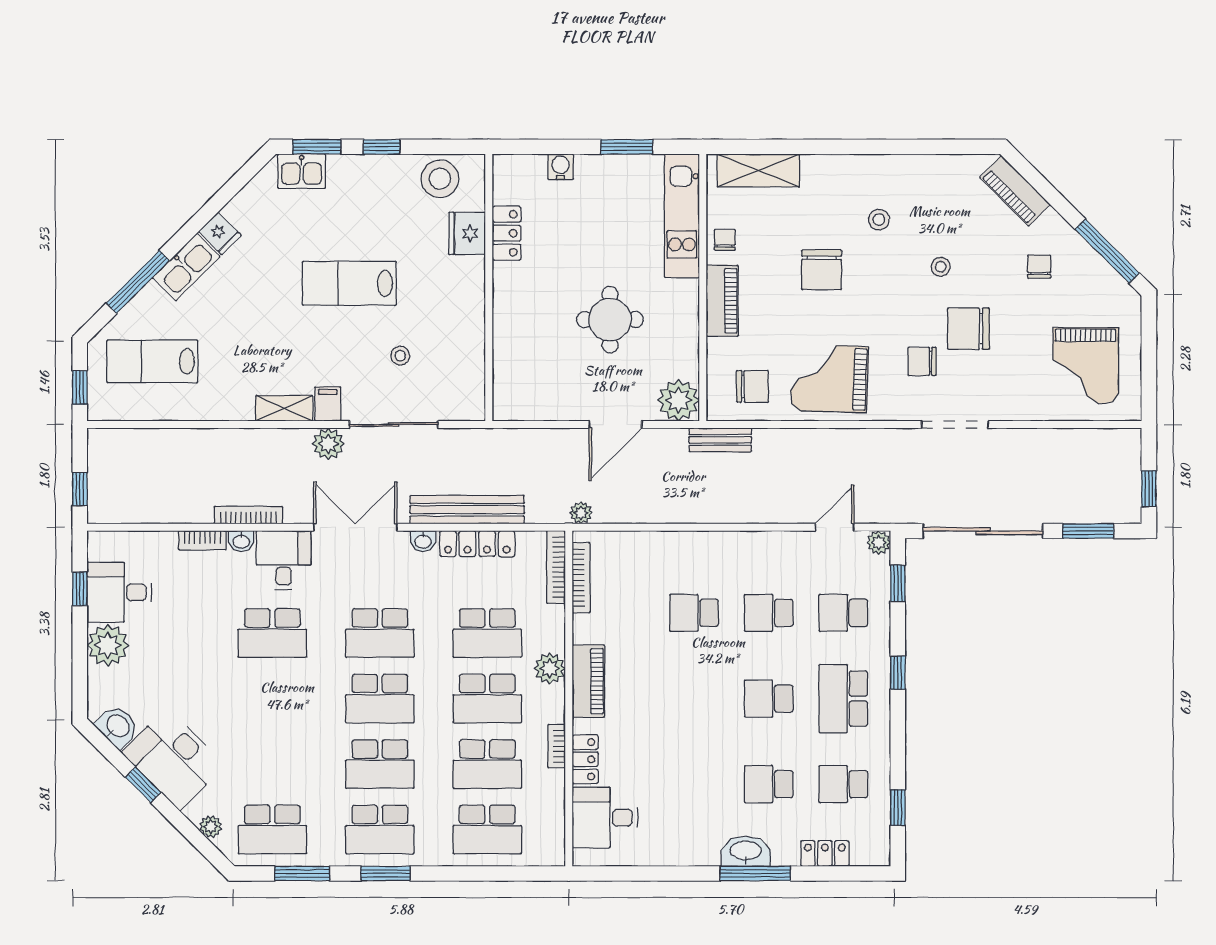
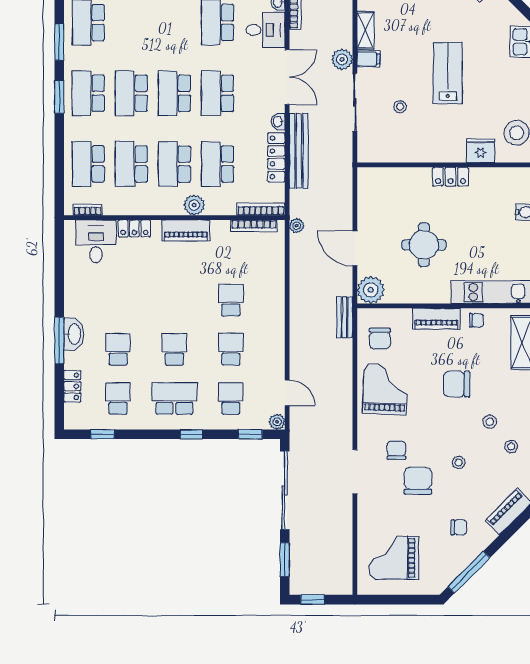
stool: (916, 187) -> (511, 447), added
locker: (507, 233) -> (450, 177), moved
bookcase: (557, 746) -> (88, 210), moved

